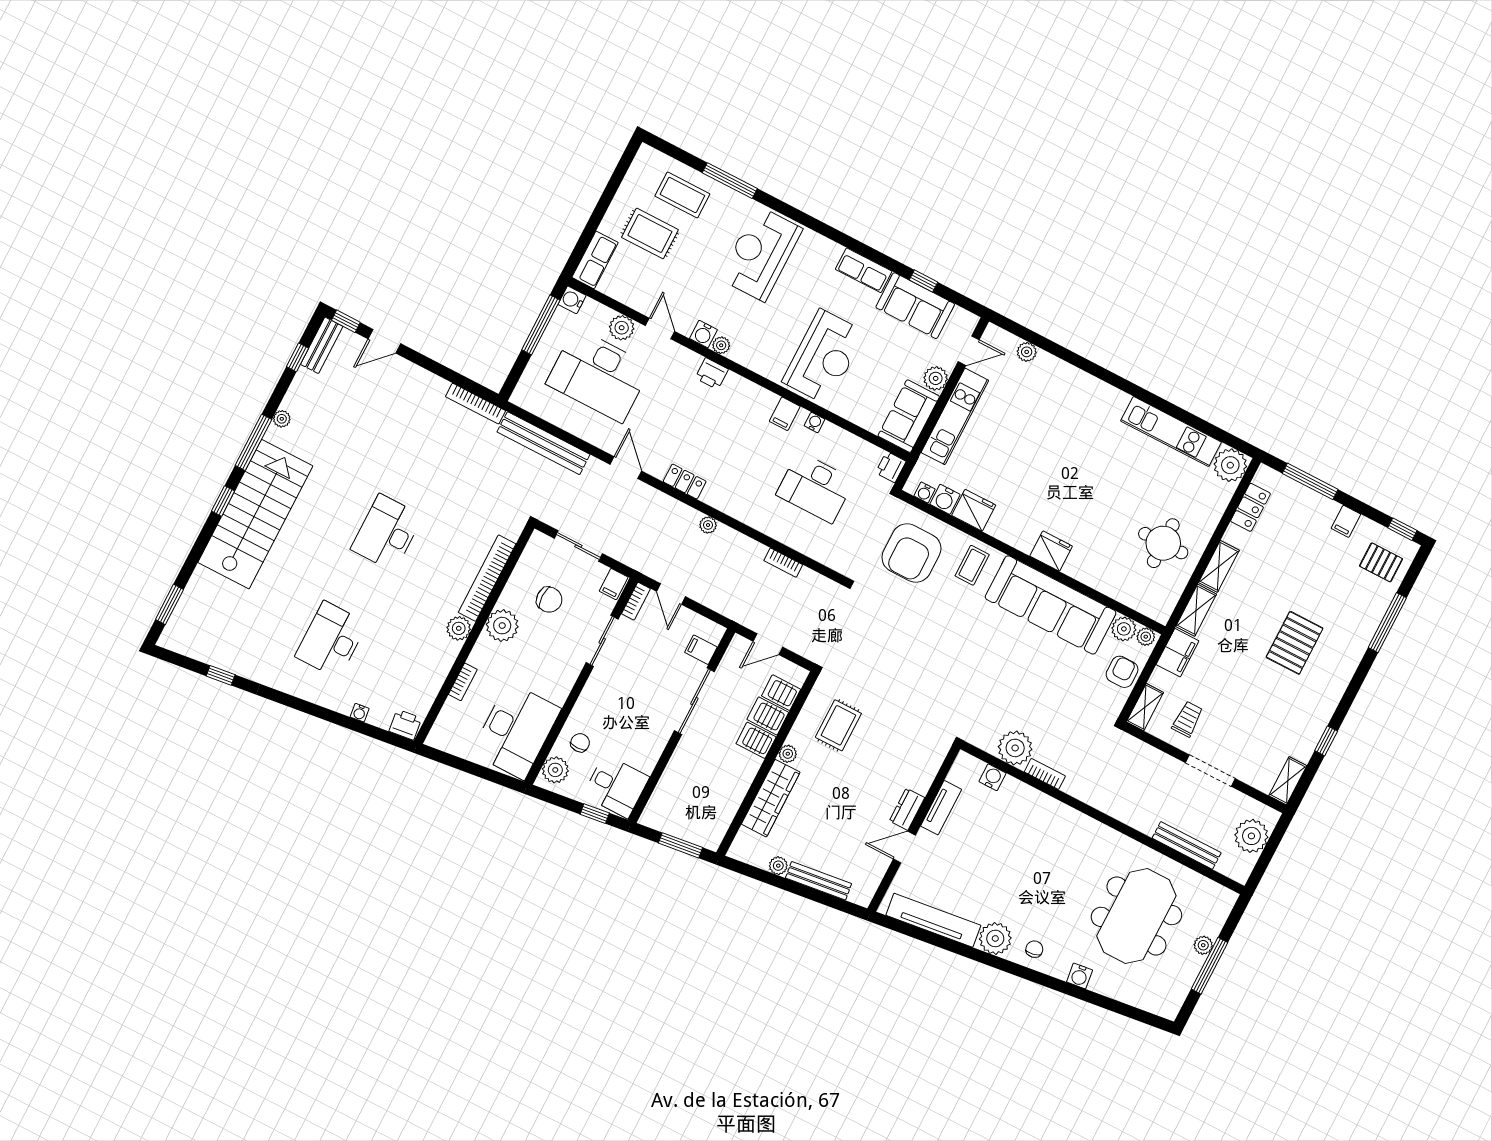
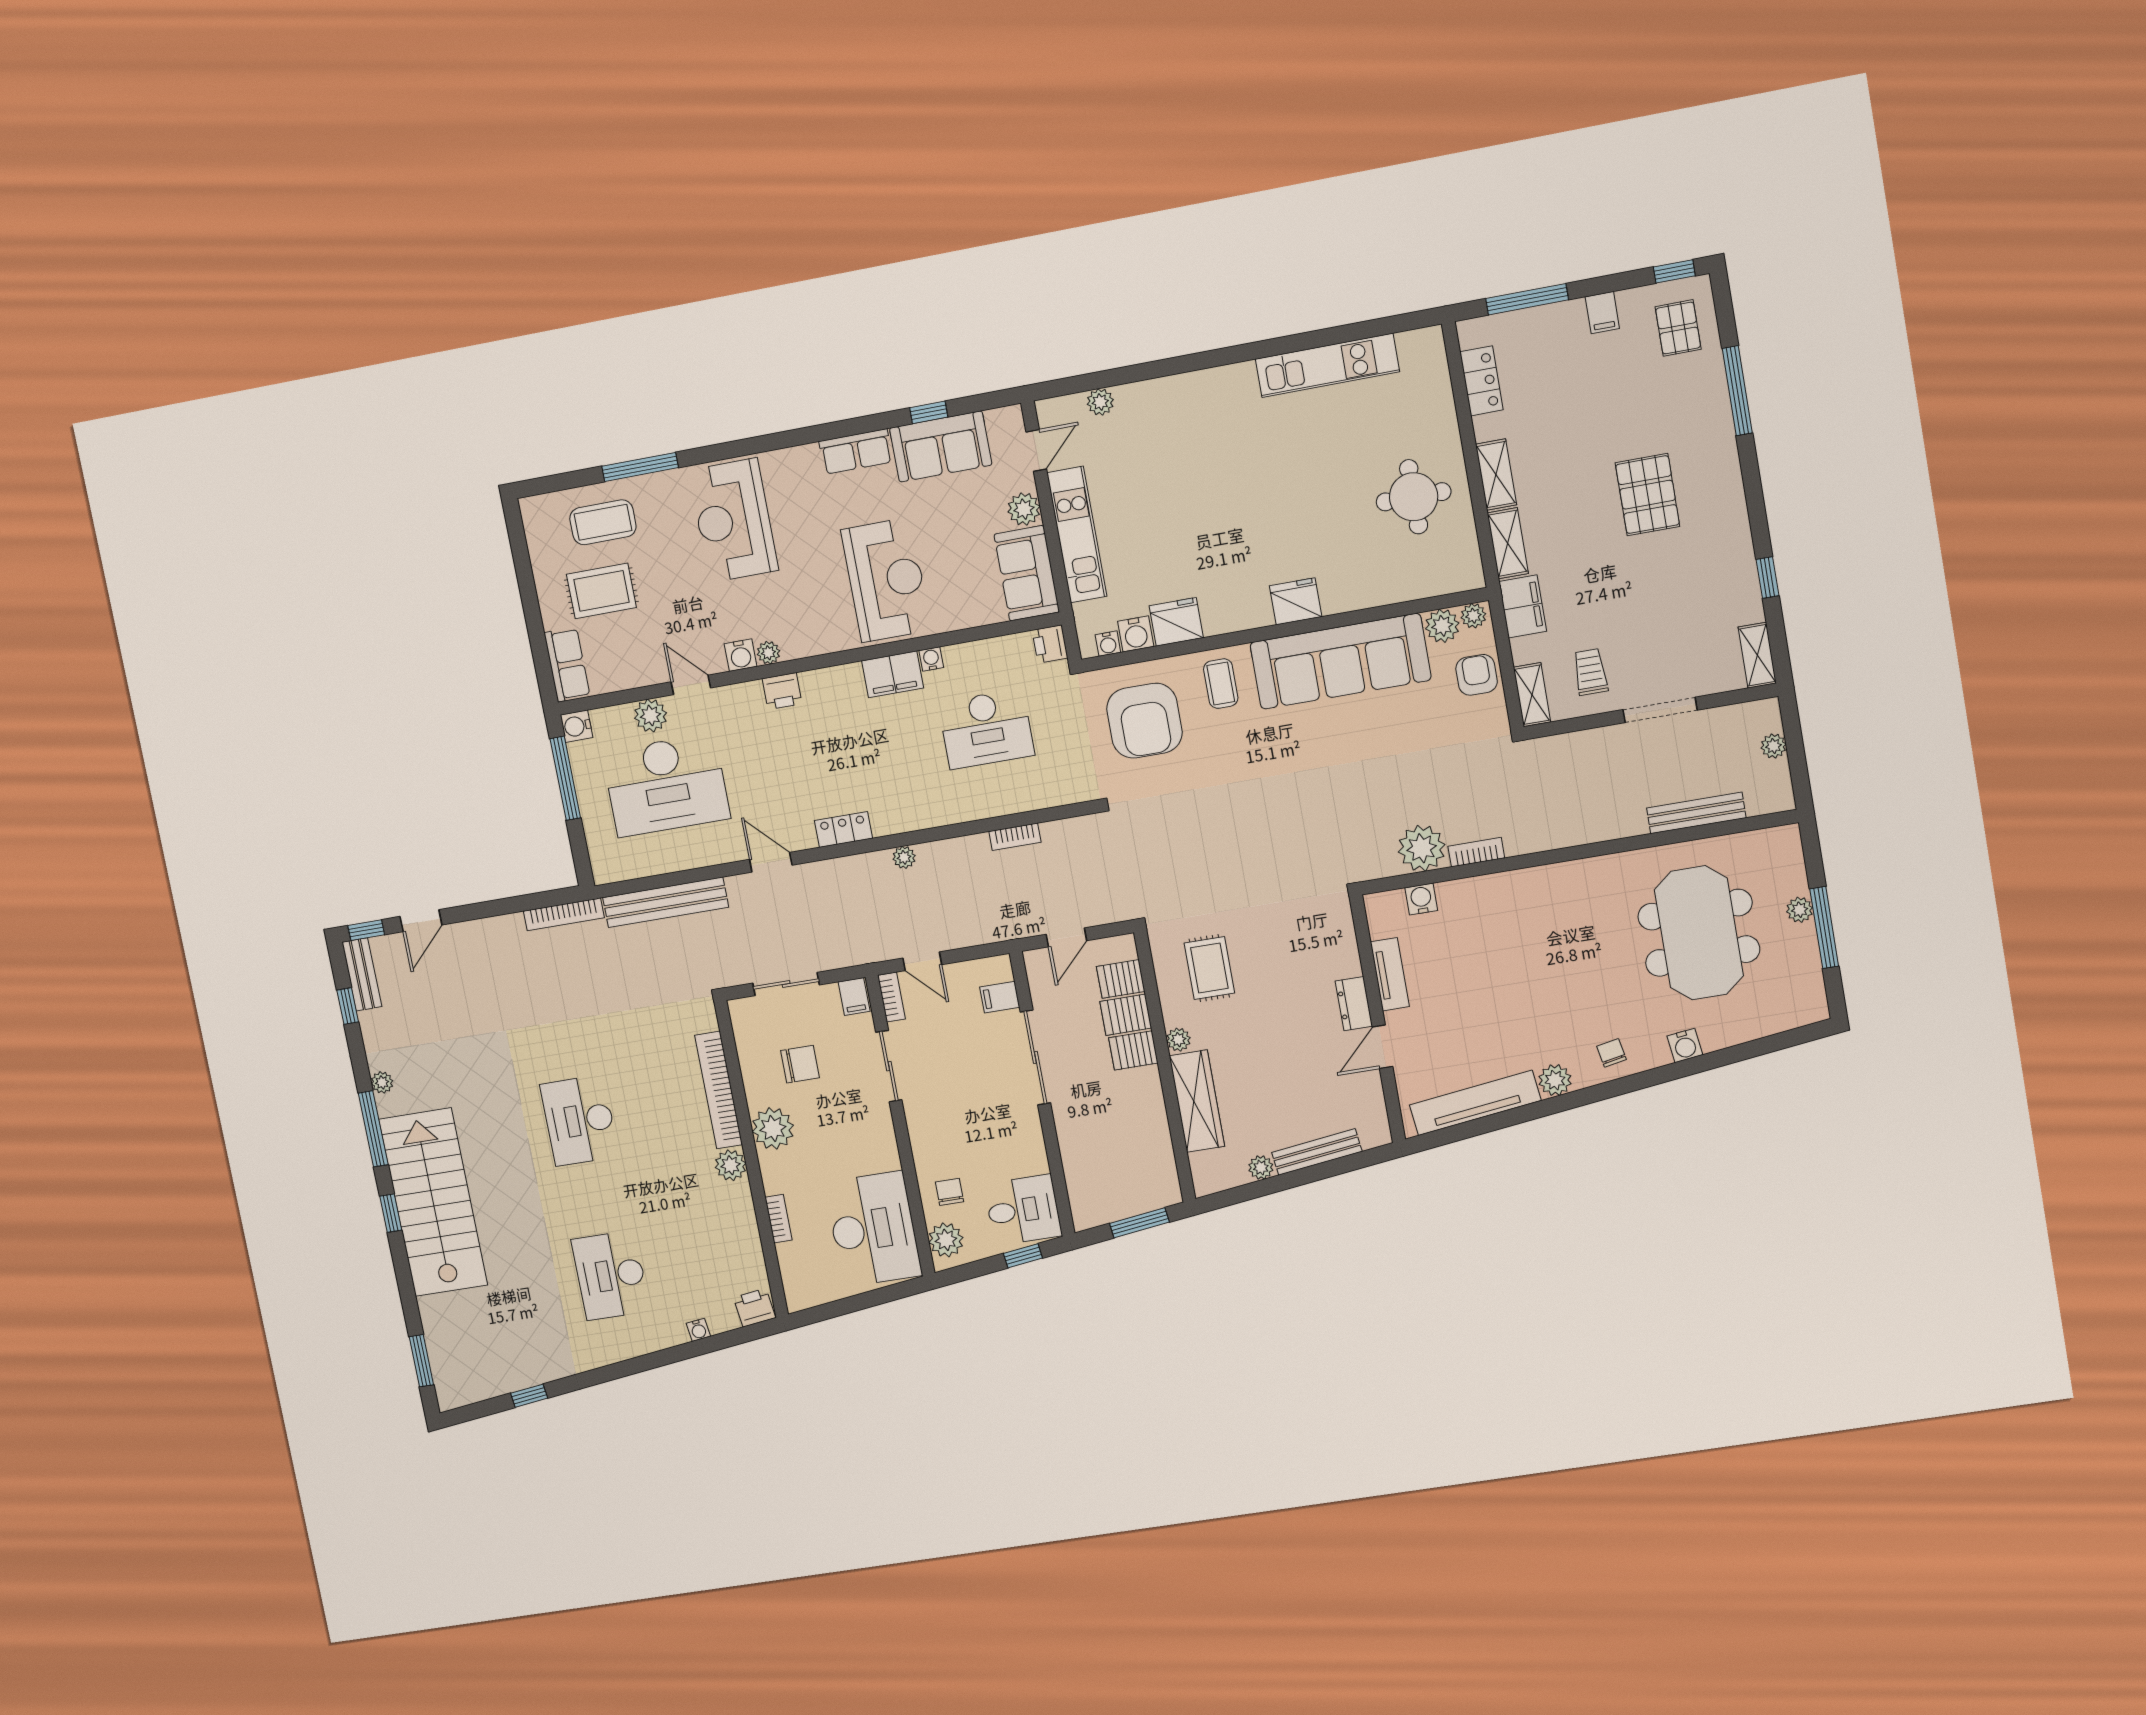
filing cabinet: (785, 414) -> (893, 674), width x2.00
plant: (1230, 465) -> (1423, 351), removed
pallet: (1381, 562) -> (1678, 328), turned 90
plant: (1251, 836) -> (1773, 746), width x0.53, depth x0.53
plant: (995, 938) -> (1555, 1080), width x0.73, depth x0.73

